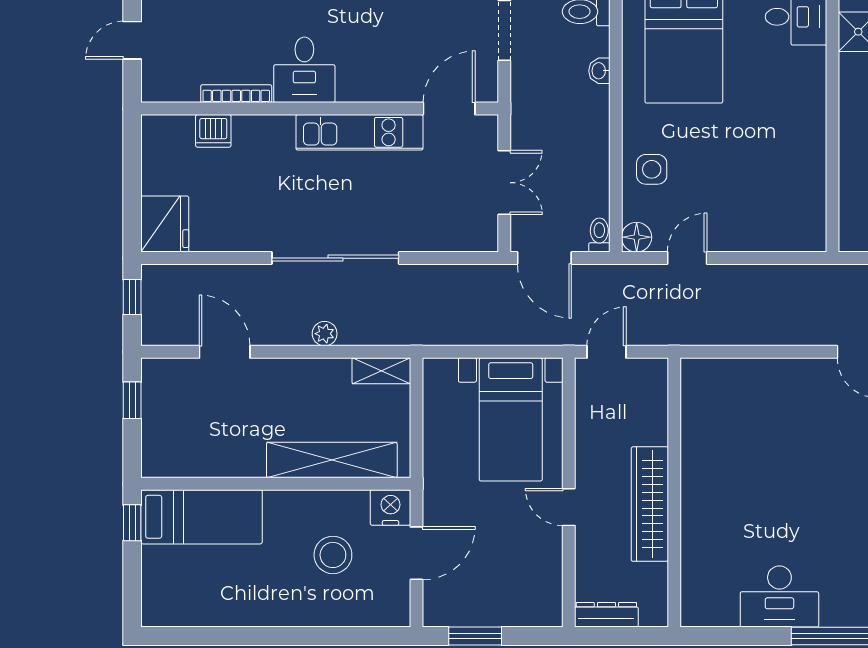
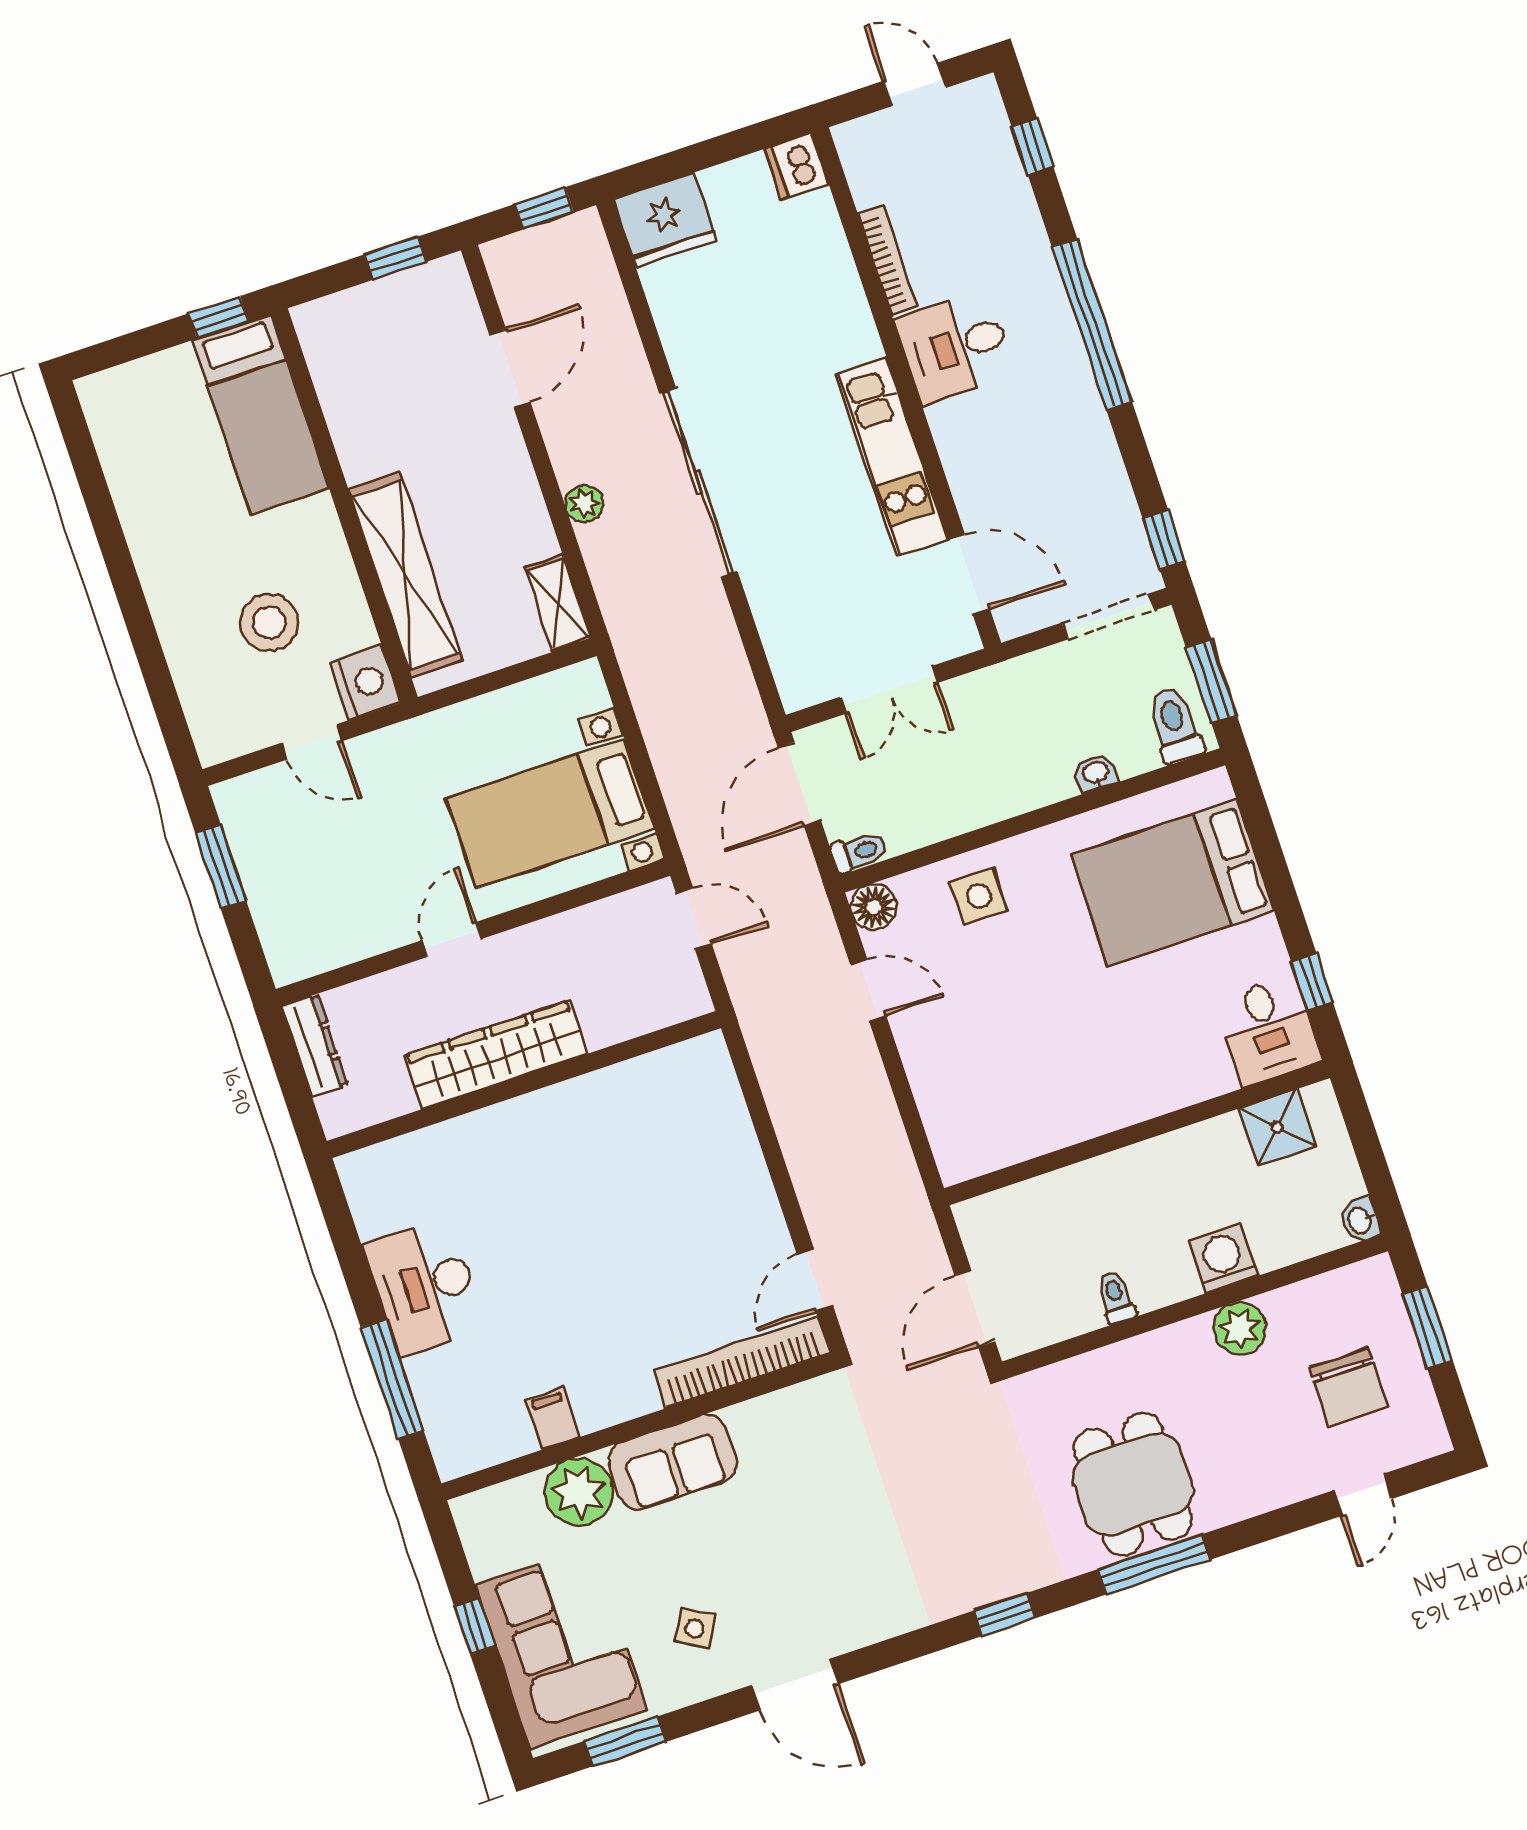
dishwasher: (213, 131) -> (796, 166), moved
door: (416, 553) -> (312, 742), width x0.73

